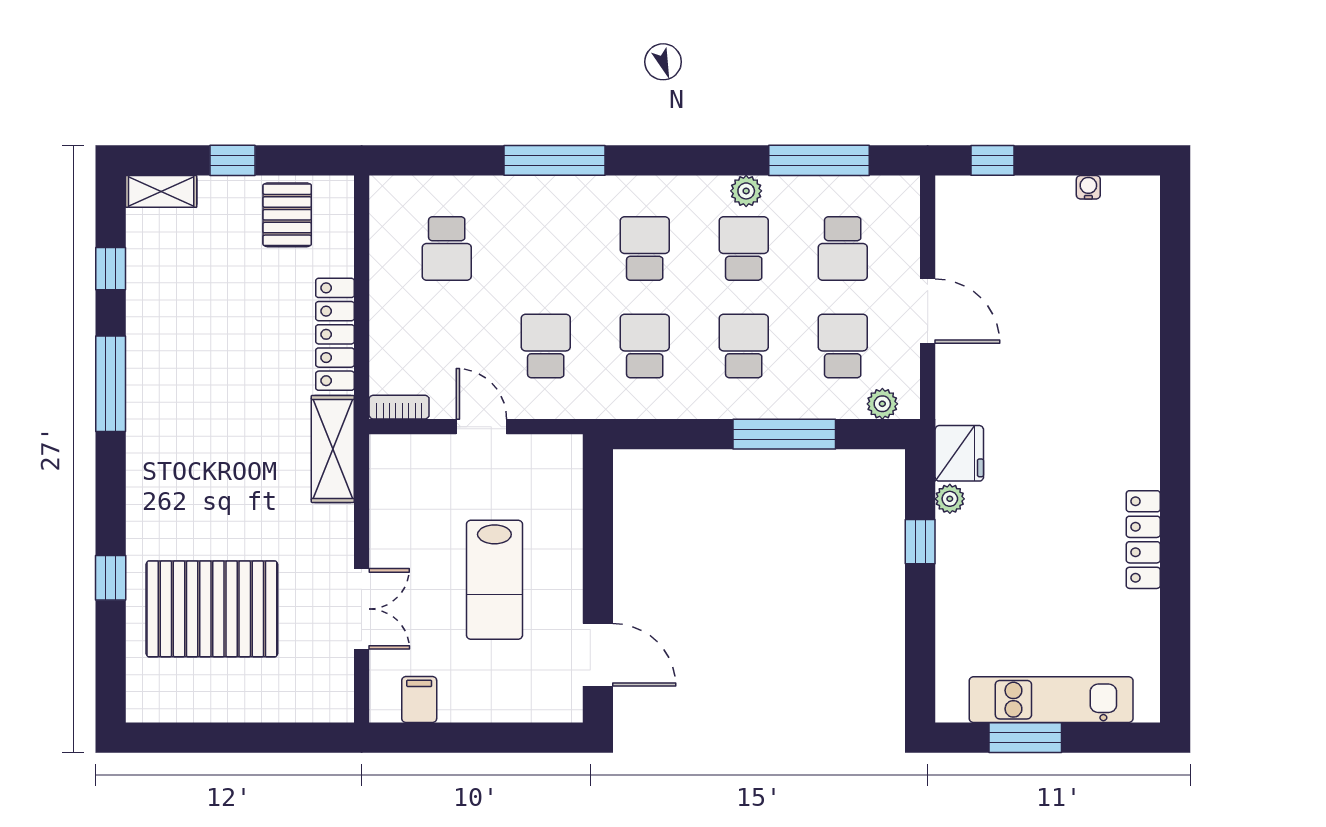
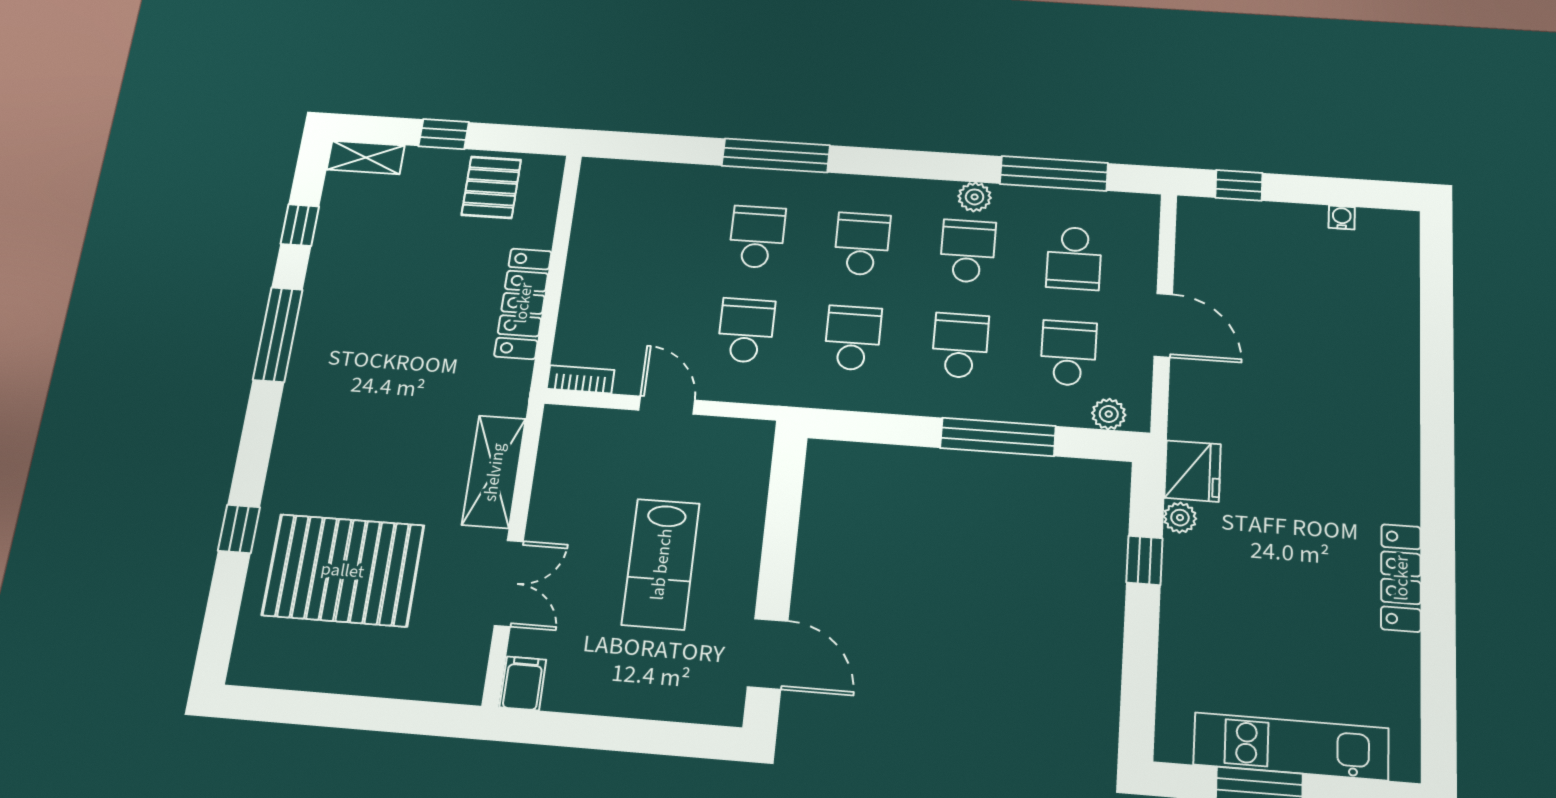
school desk: (447, 248) -> (757, 237), moved, turned 180
shelving: (333, 449) -> (494, 472), moved
filing cabinet: (419, 700) -> (523, 683), moved

